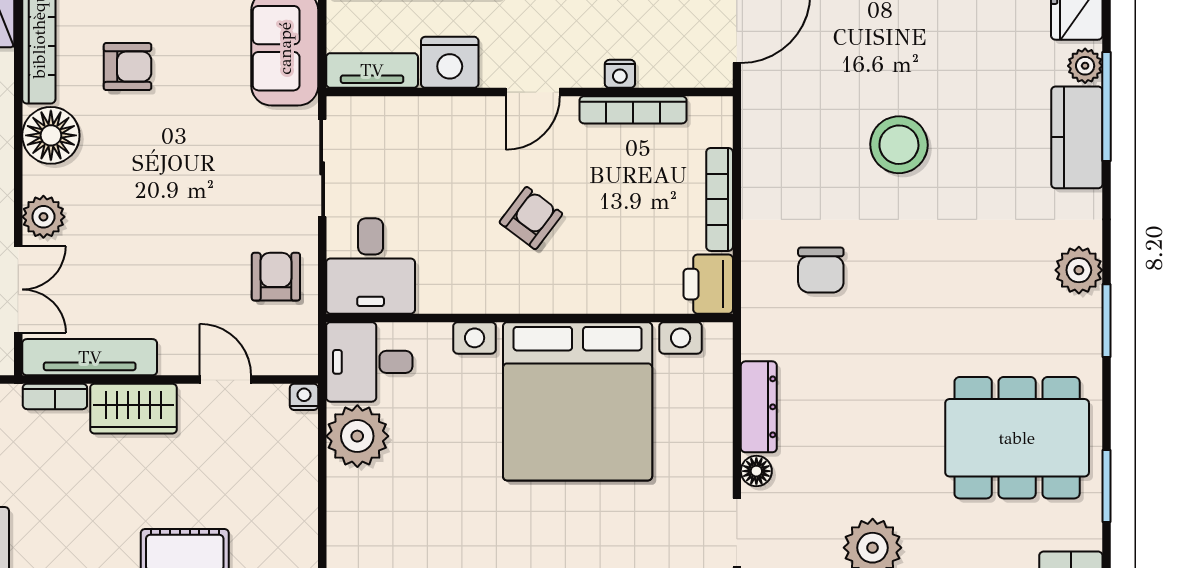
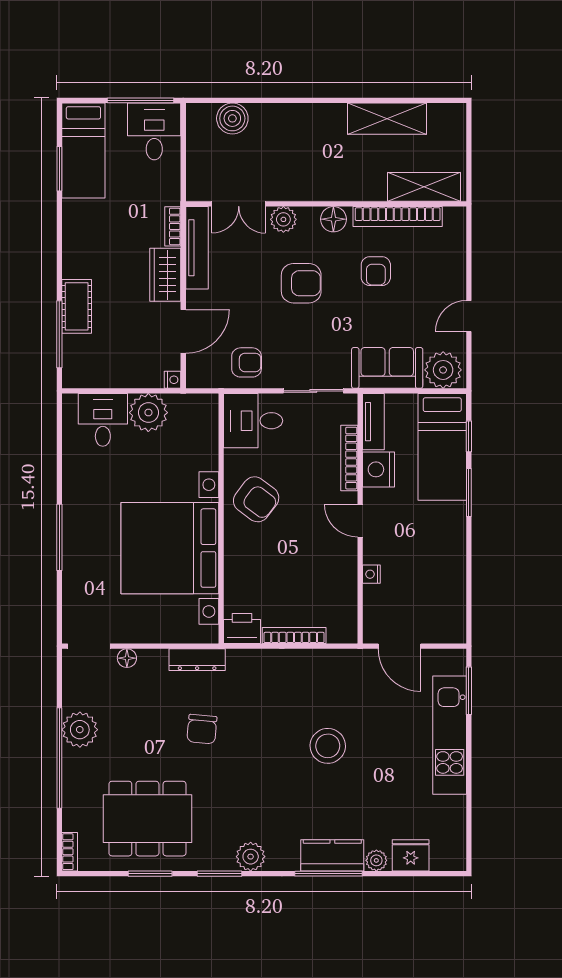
window: (1106, 106) -> (328, 874), moved
bookcase: (633, 110) -> (349, 458), moved
floor lamp: (51, 135) -> (333, 219), width x0.73, depth x0.73
armchair: (147, 188) -> (301, 283), added
armchair: (531, 218) -> (256, 499), moved, width x1.38, depth x1.38
chair: (821, 270) -> (202, 729), moved, turned -85
desk: (369, 362) -> (103, 420), moved
door: (225, 380) -> (183, 331), width x1.38
dresser: (759, 407) -> (197, 660), moved
dining table: (1017, 438) -> (147, 819), turned 90
window: (1106, 486) -> (150, 874), moved

